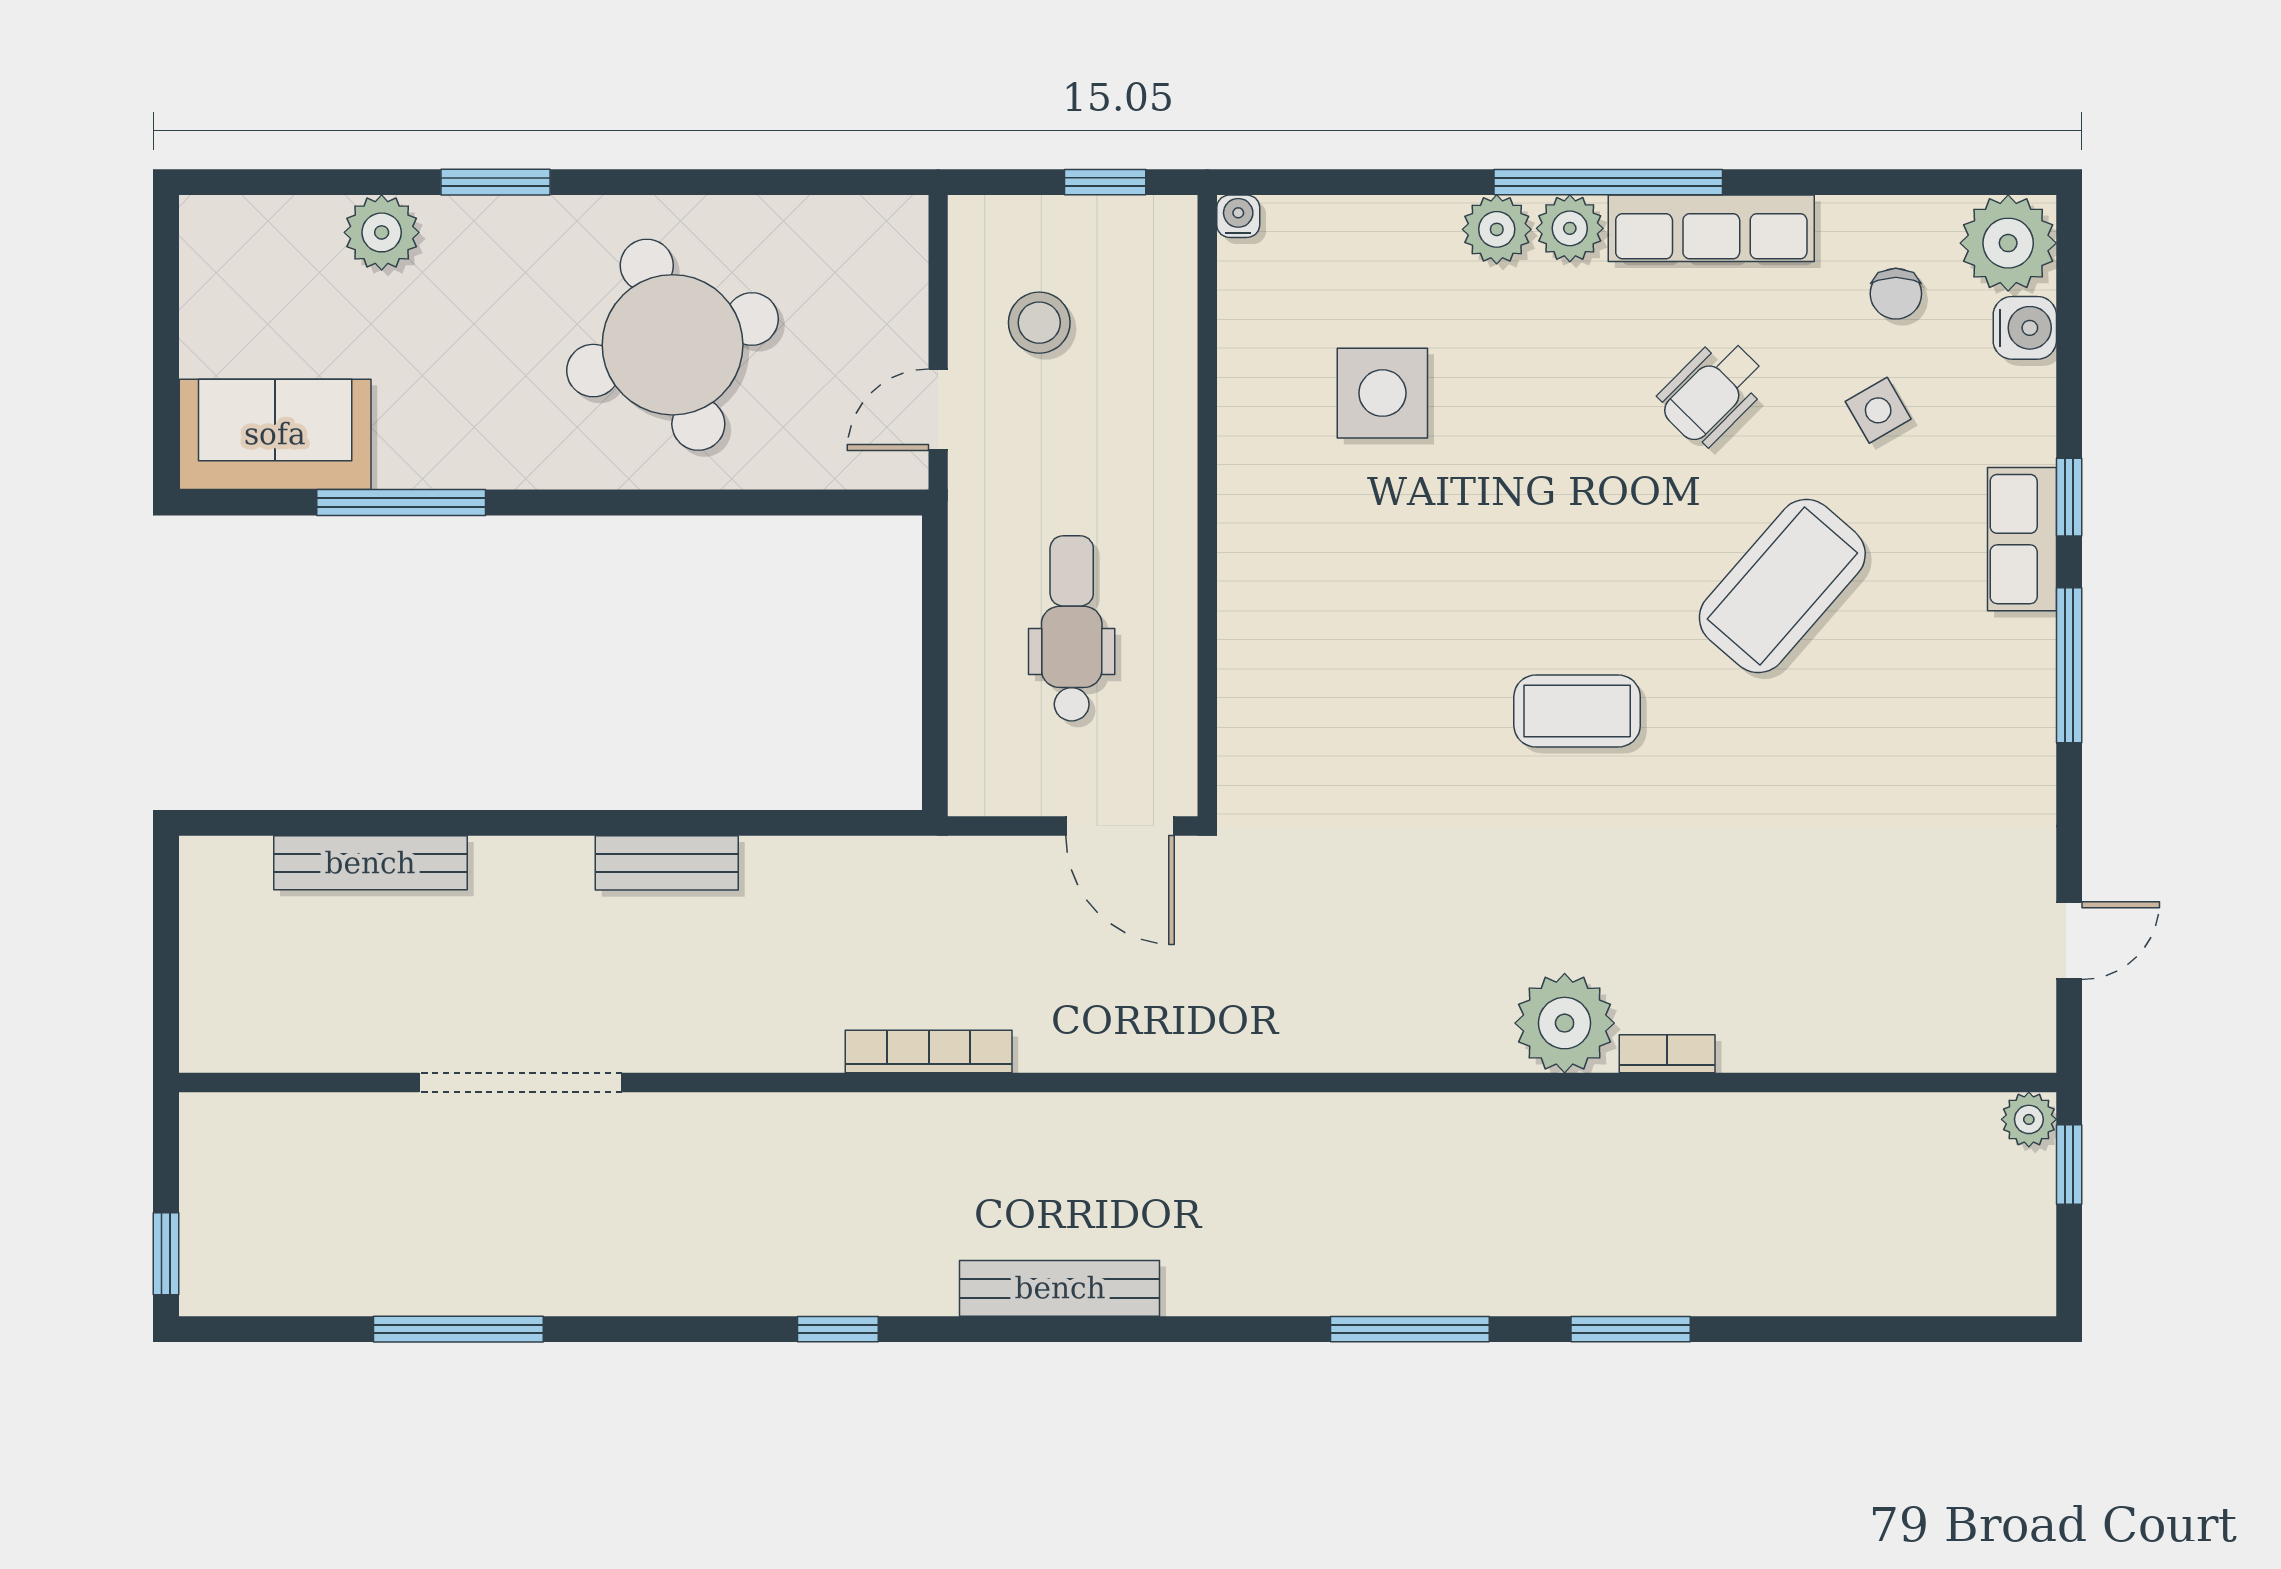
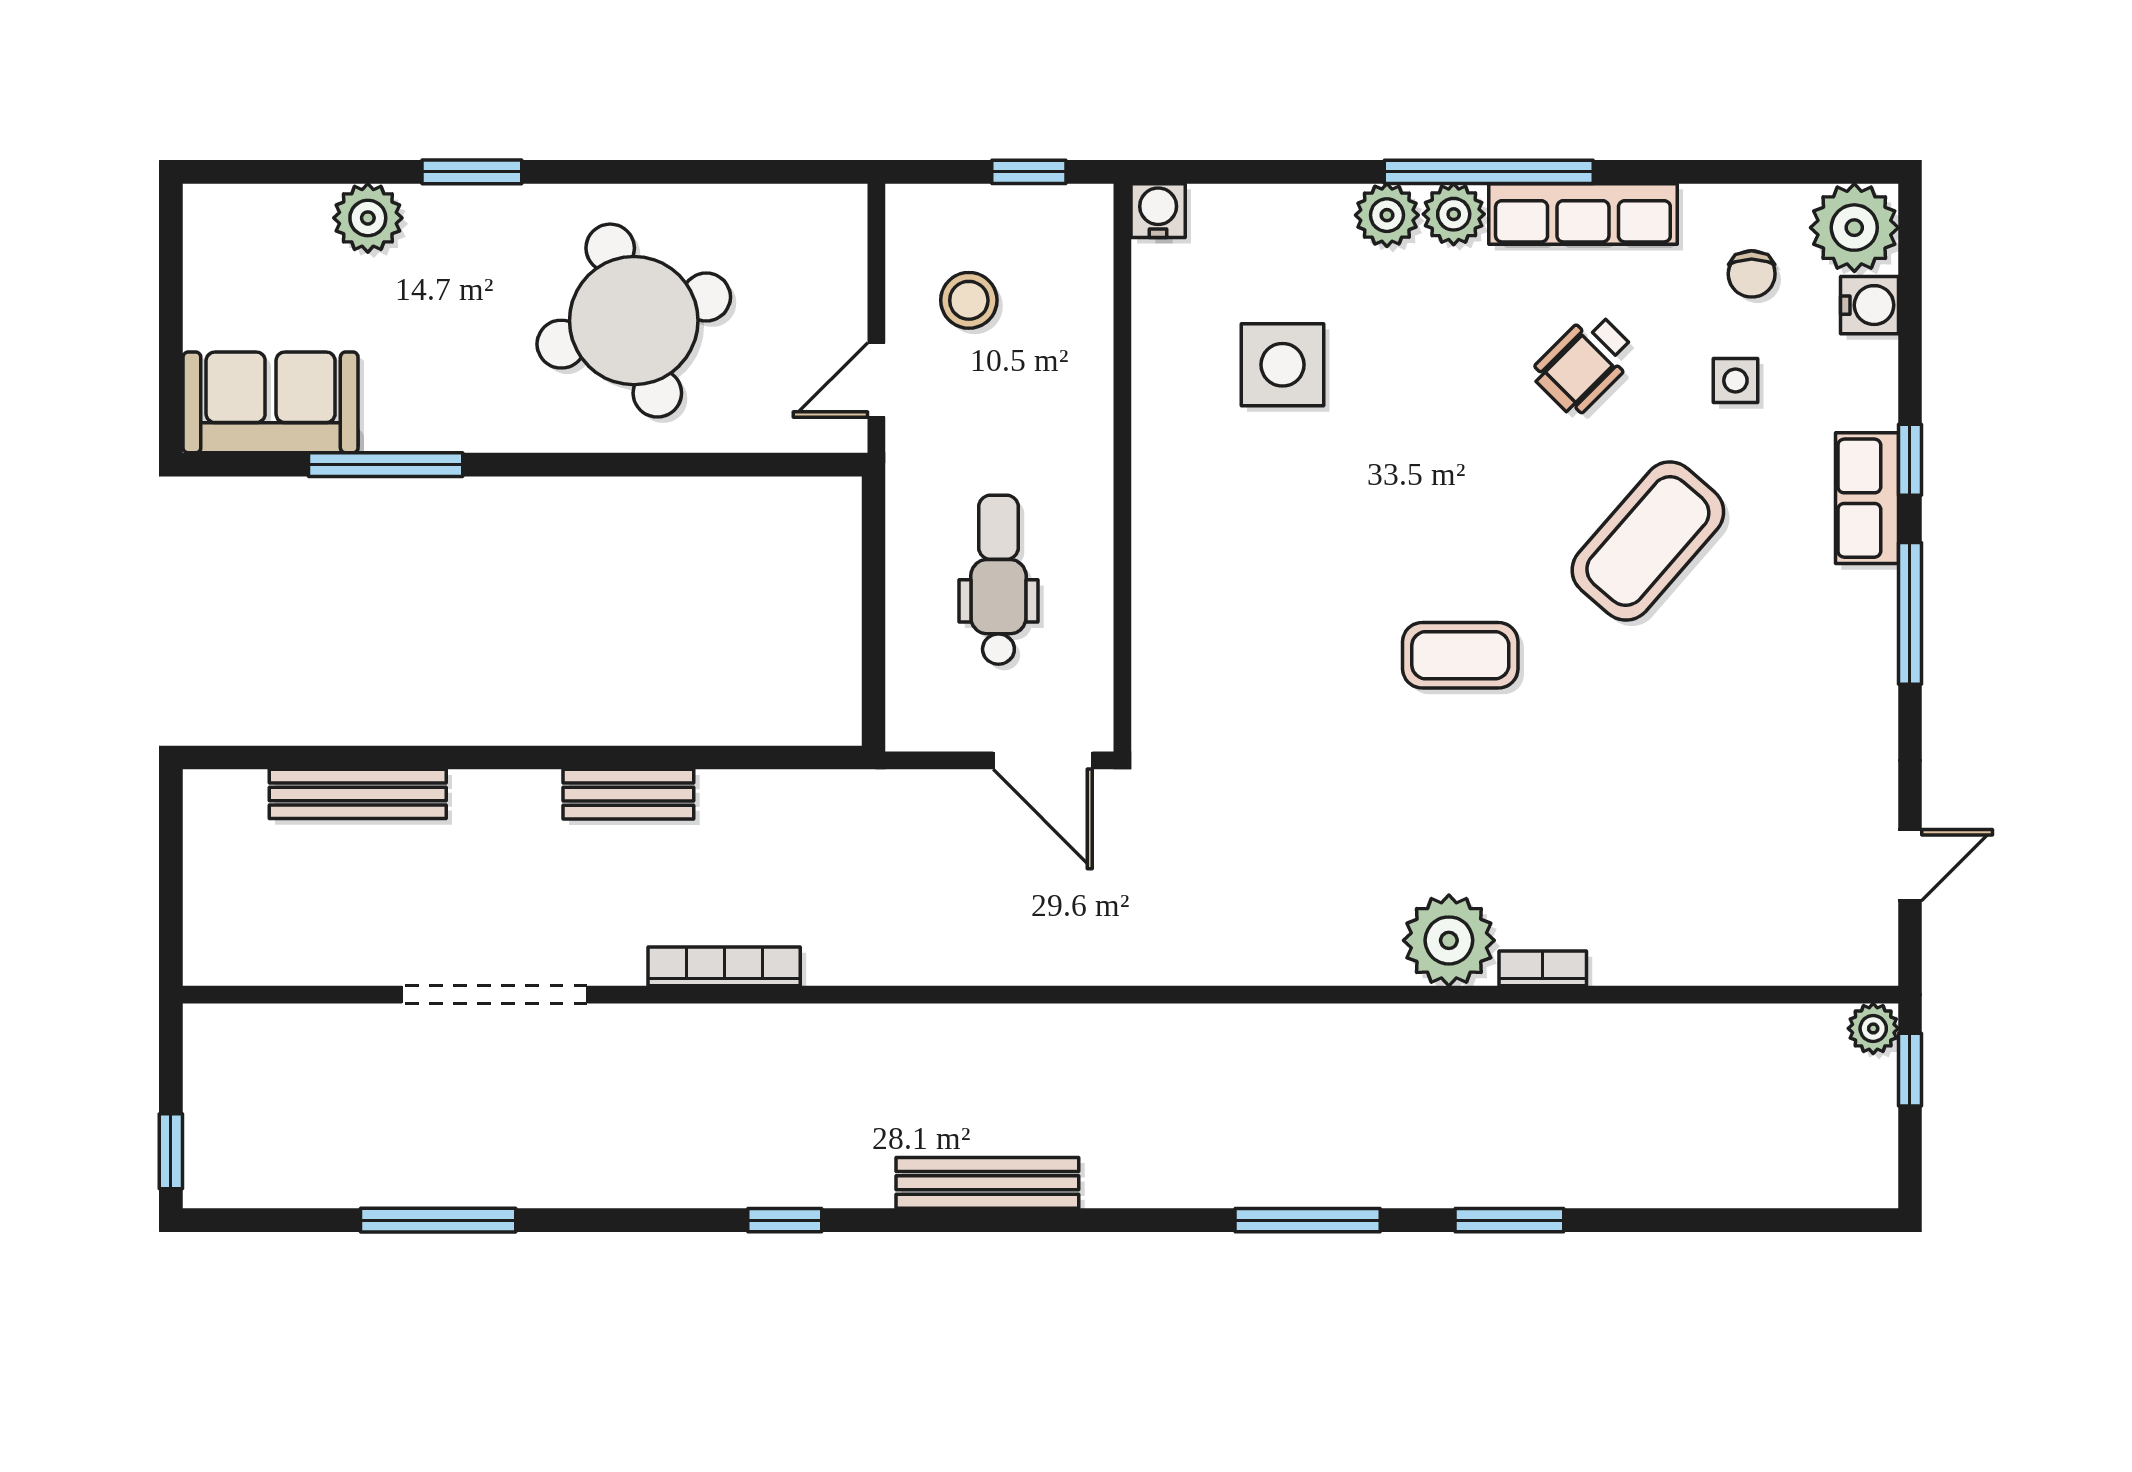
water cooler: (1238, 216) -> (1158, 211), width x1.38, depth x1.38
side table: (1878, 410) -> (1735, 381), turned 30
bookcase: (929, 1051) -> (724, 966), moved

